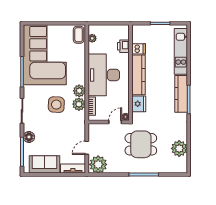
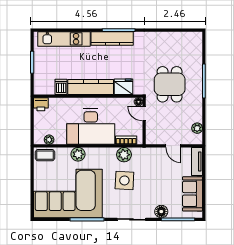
printer: (123, 46) -> (41, 104), moved
plant: (79, 91) -> (78, 154), moved
plant: (179, 148) -> (174, 41), removed
plant: (98, 164) -> (197, 128), width x0.53, depth x0.53

